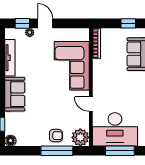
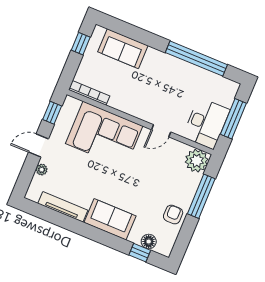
window: (22, 23) -> (52, 113), moved
desk: (115, 129) -> (206, 123), width x0.73, depth x0.77
armchair: (56, 136) -> (173, 215), moved
floor lamp: (10, 141) -> (149, 242), moved

